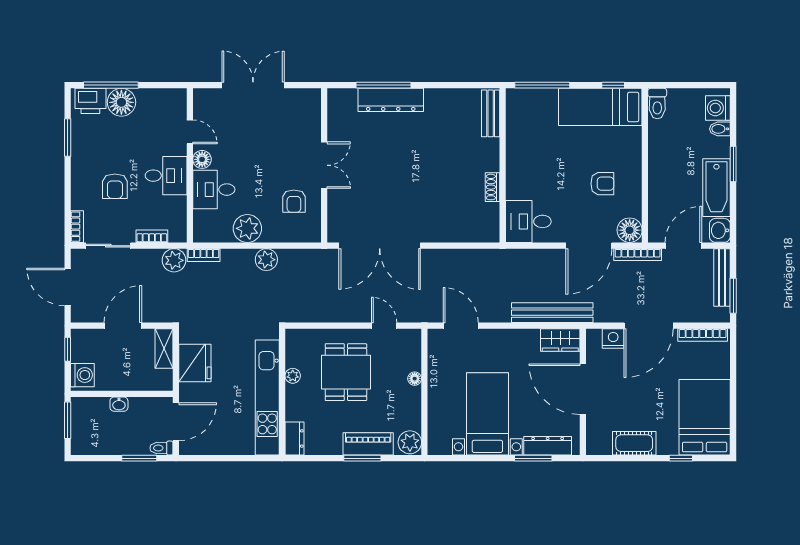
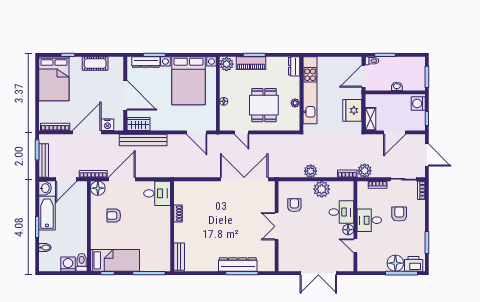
washing machine: (718, 108) -> (68, 264), moved, turned -90
bed with nightstands: (487, 414) -> (188, 81), width x1.36

